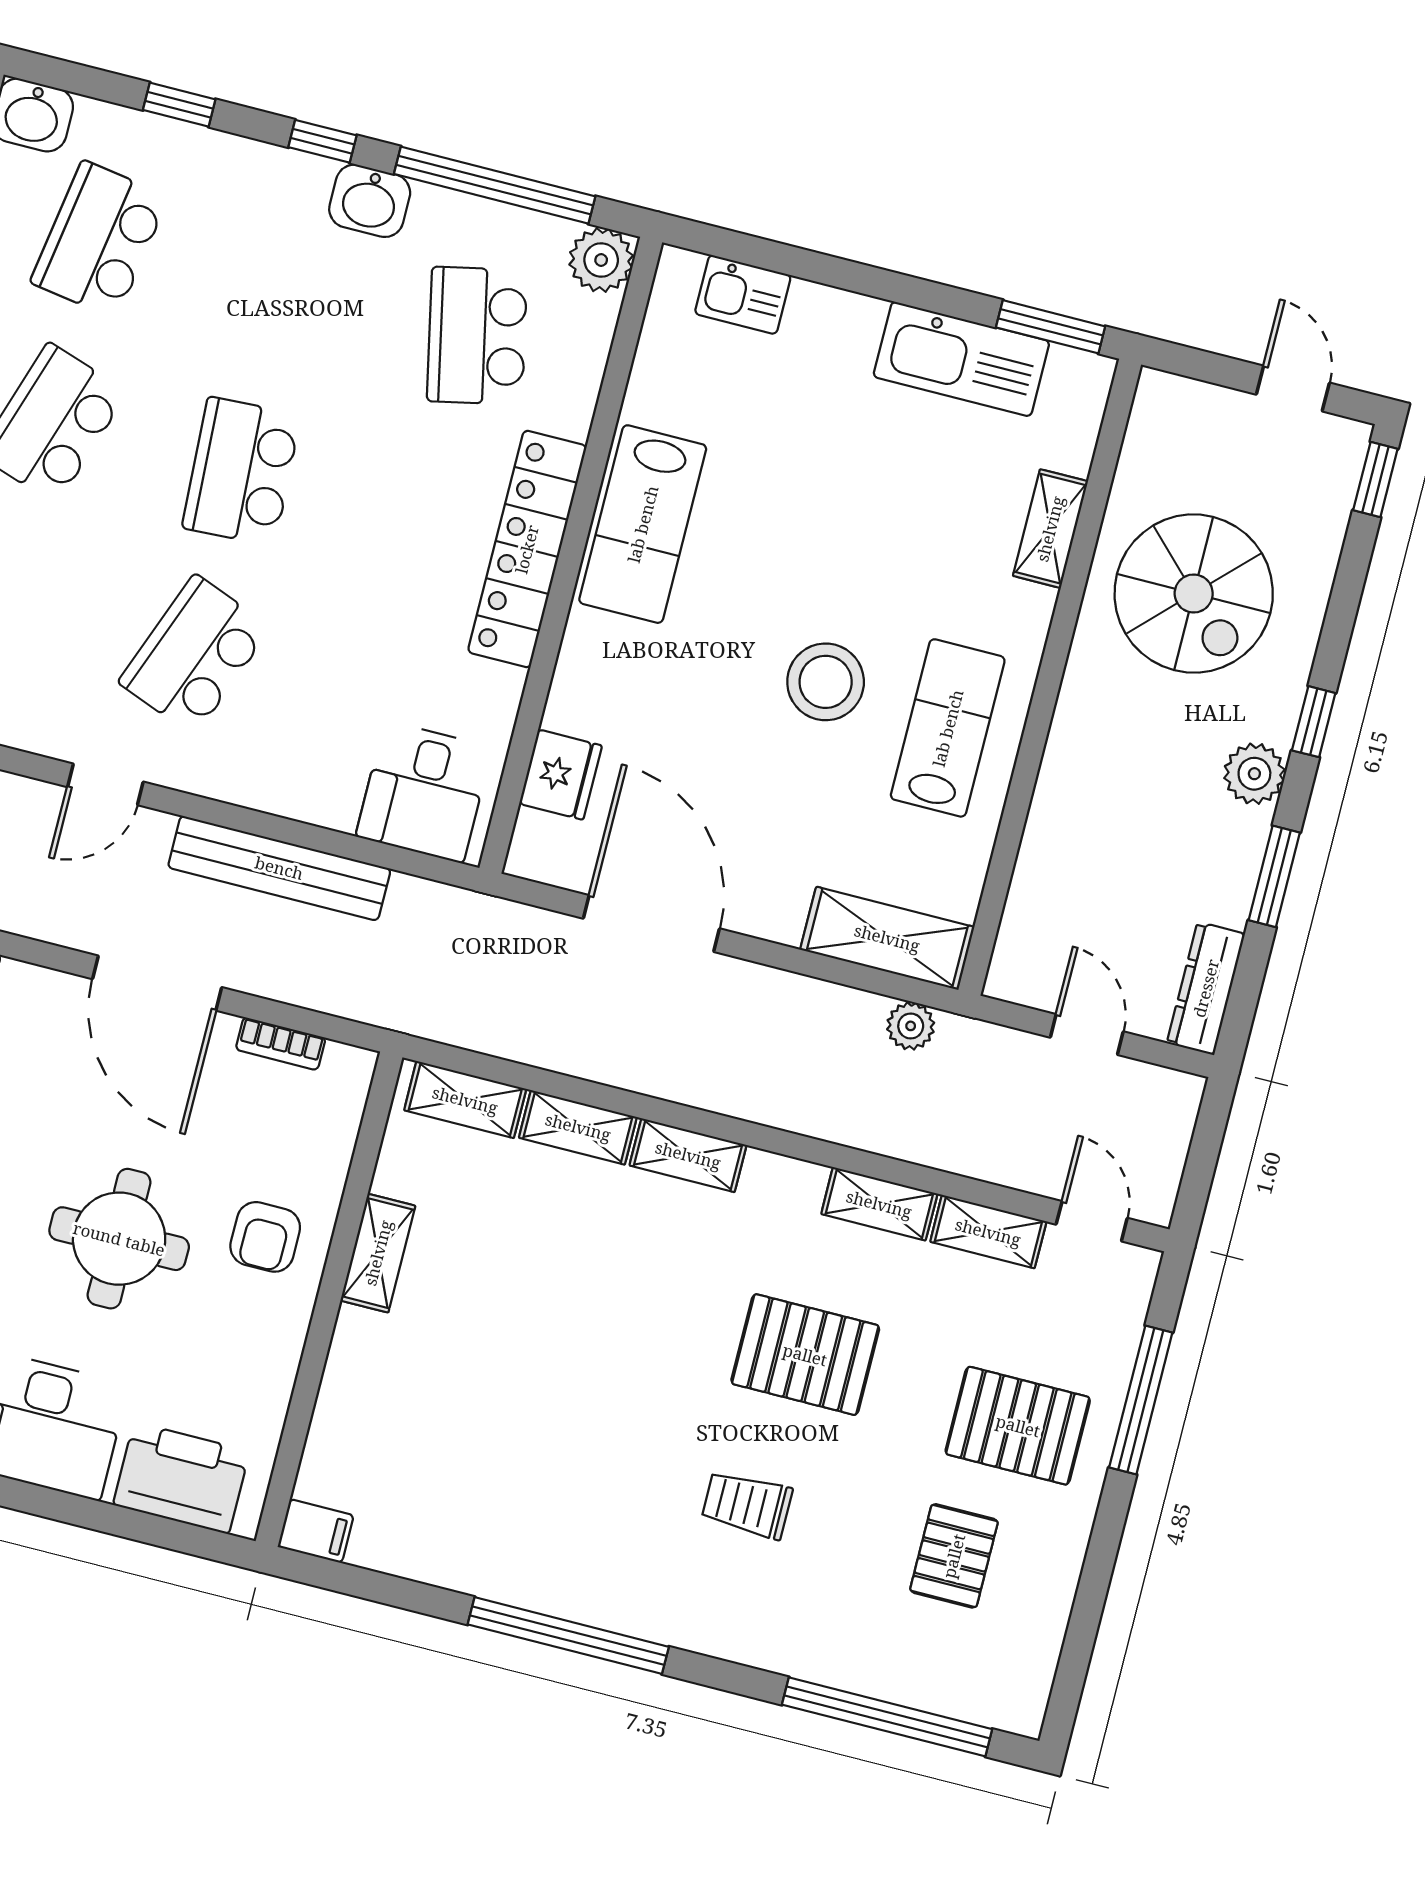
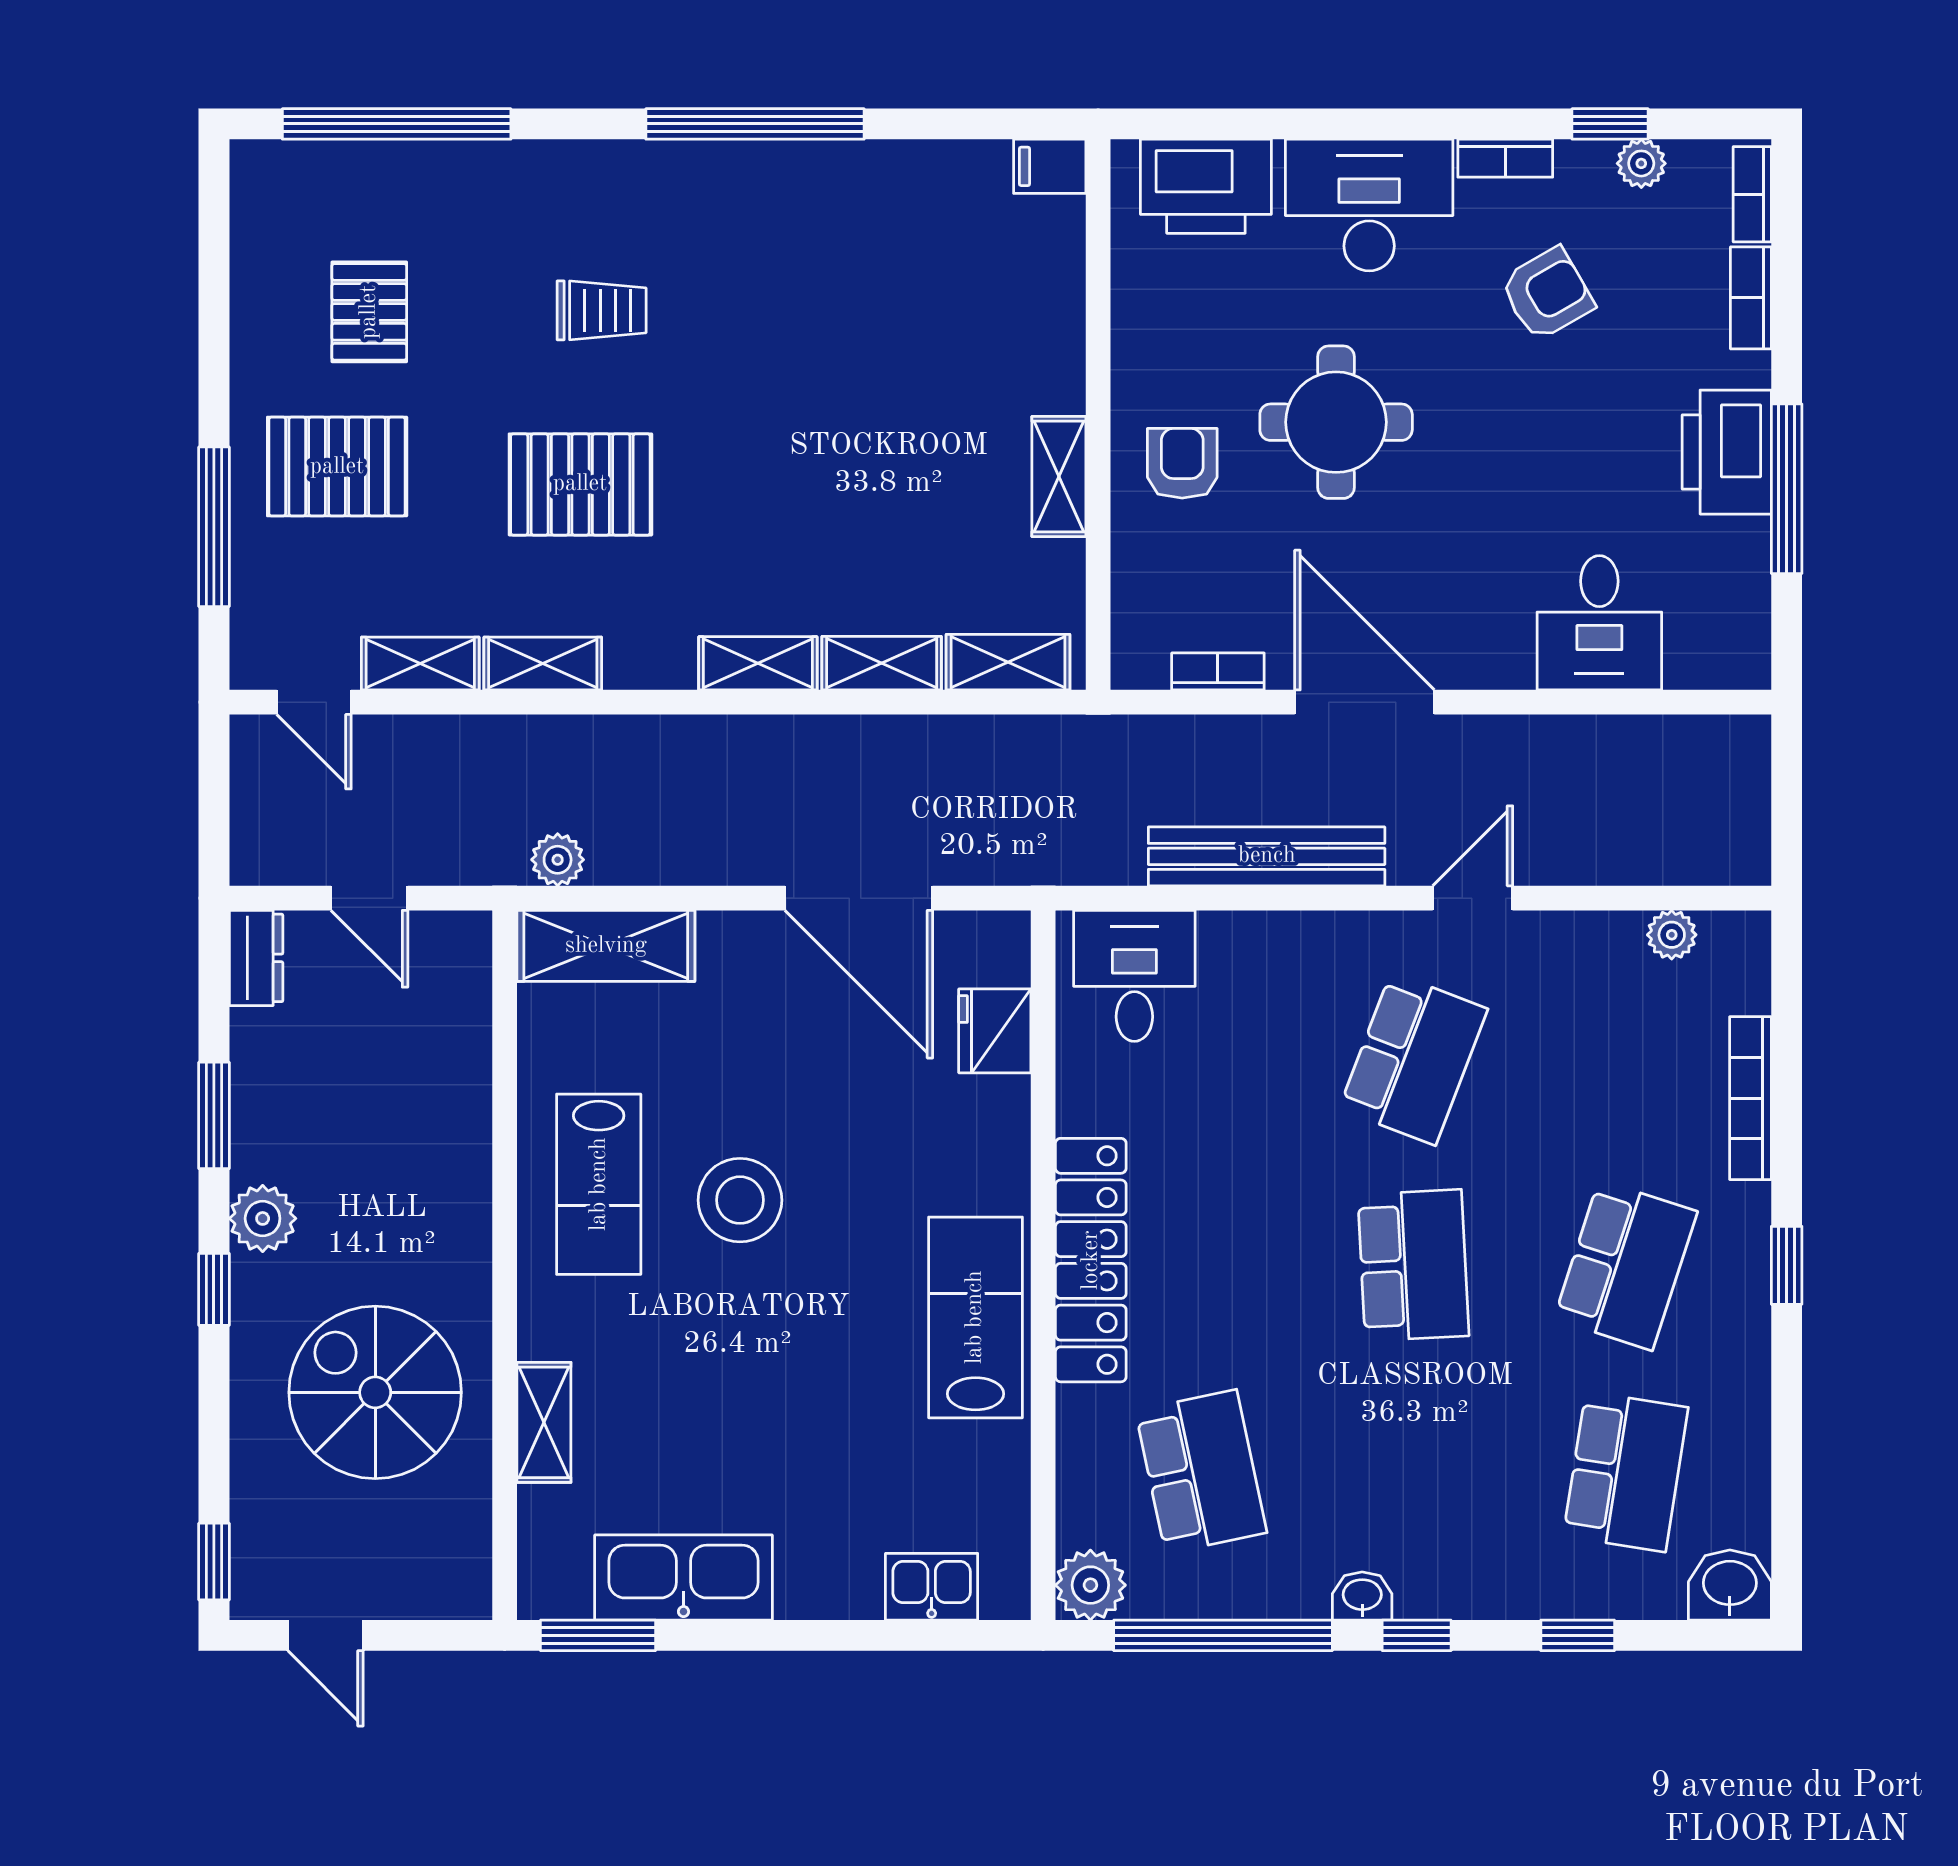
washbasin: (370, 201) -> (1362, 1596), width x0.72, depth x0.69
dresser: (1206, 988) -> (256, 958), width x0.70

